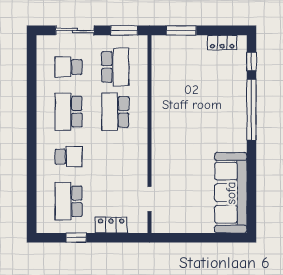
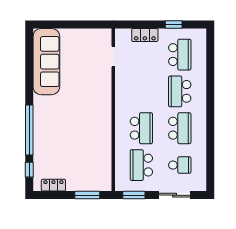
school desk: (69, 157) -> (180, 91), width x1.85

